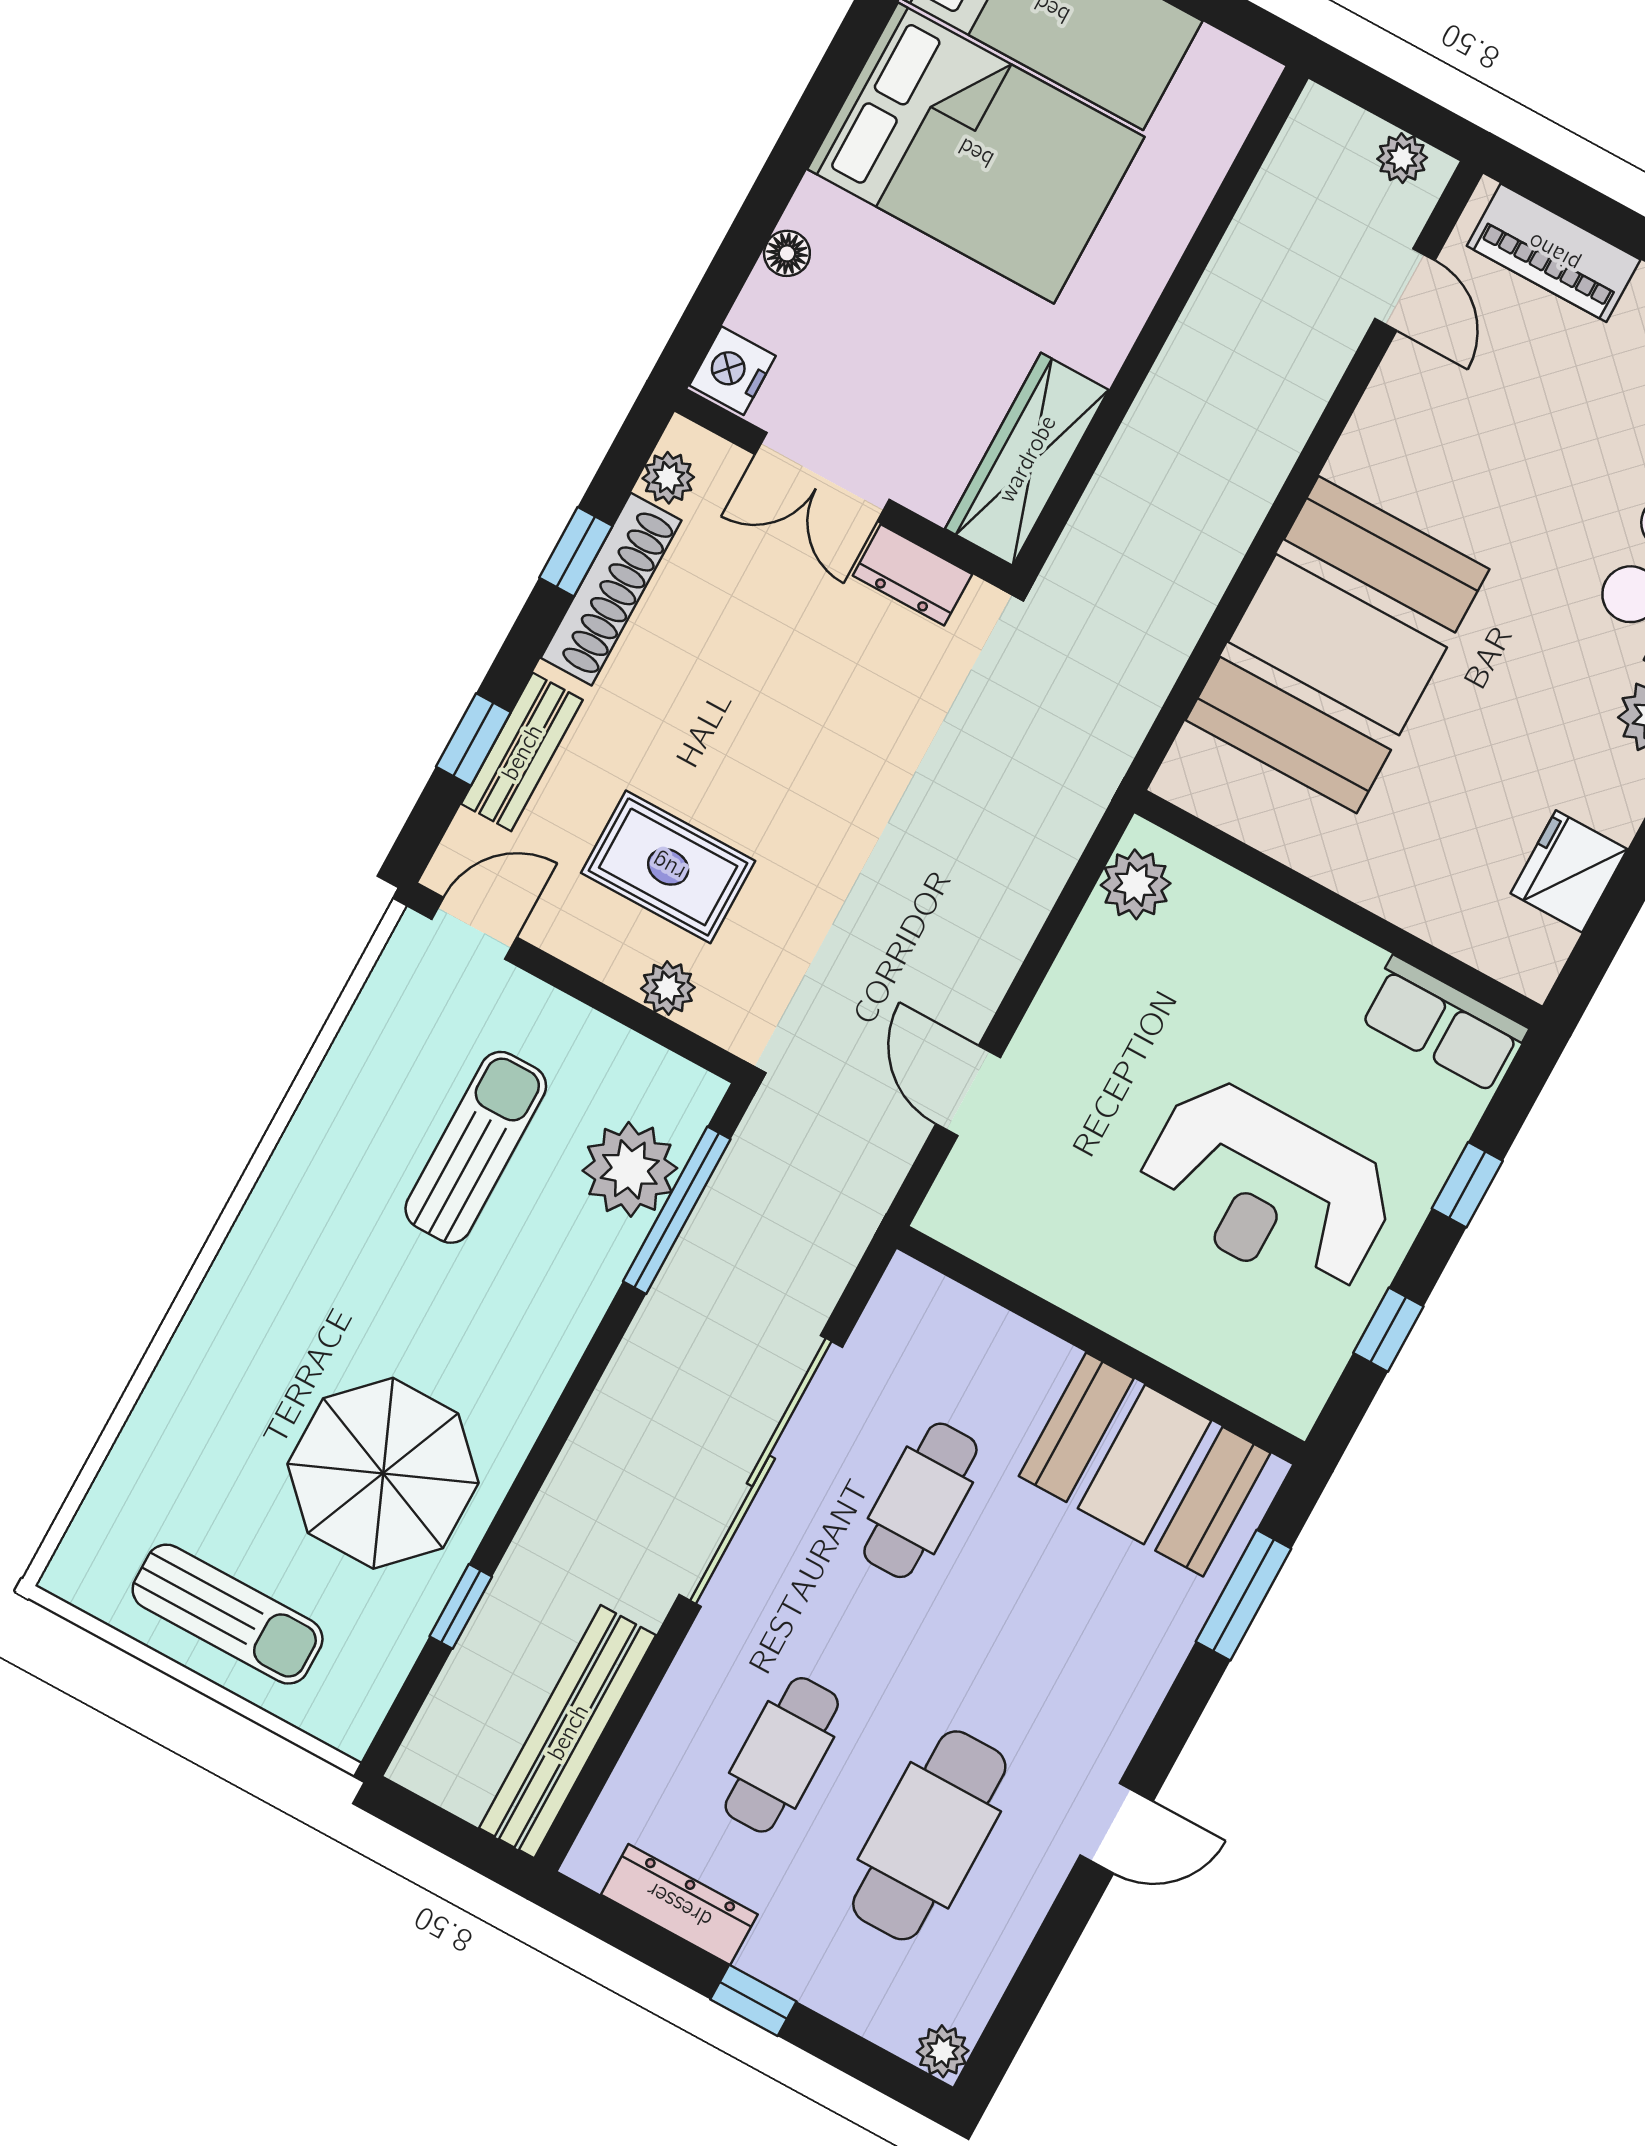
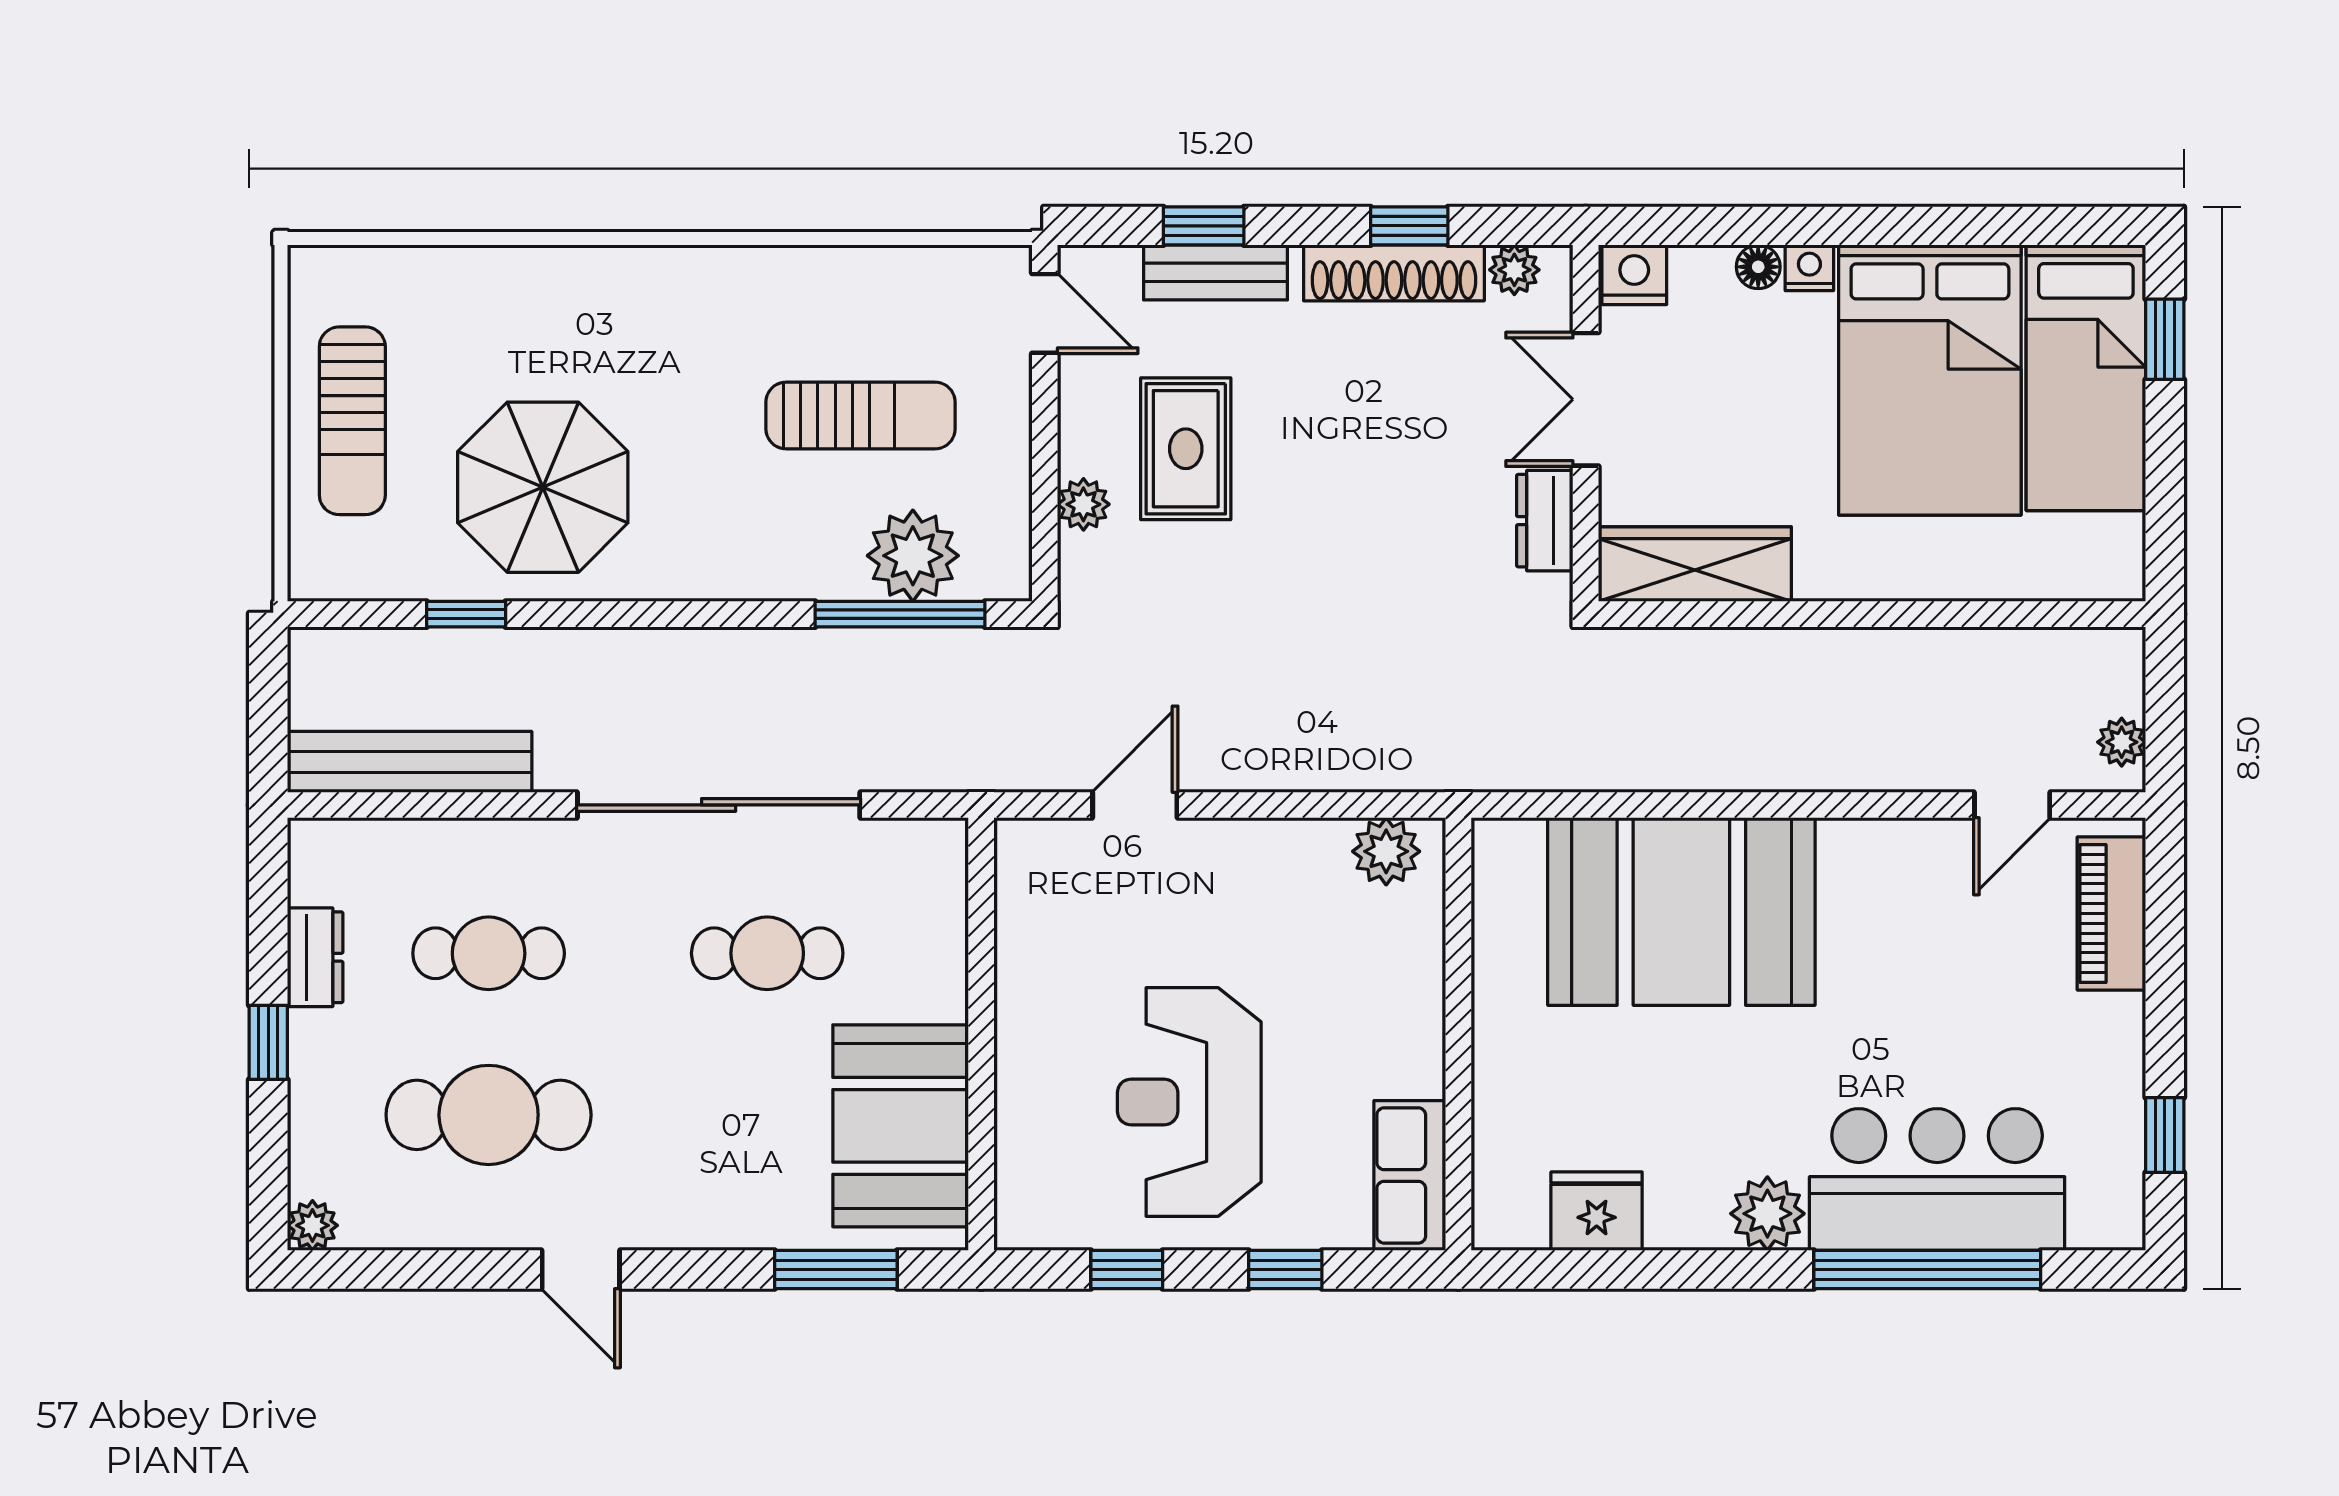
nightstand: (813, 207) -> (1809, 268), added
dresser: (679, 1905) -> (315, 957), width x0.70

